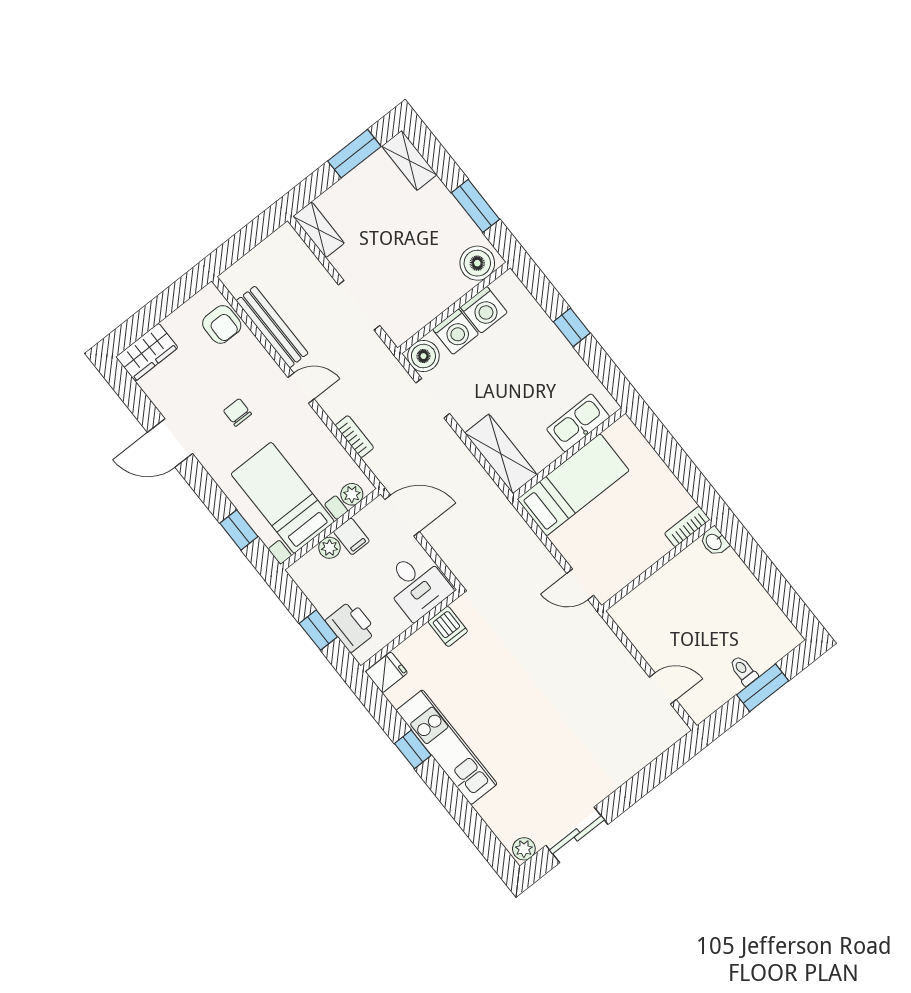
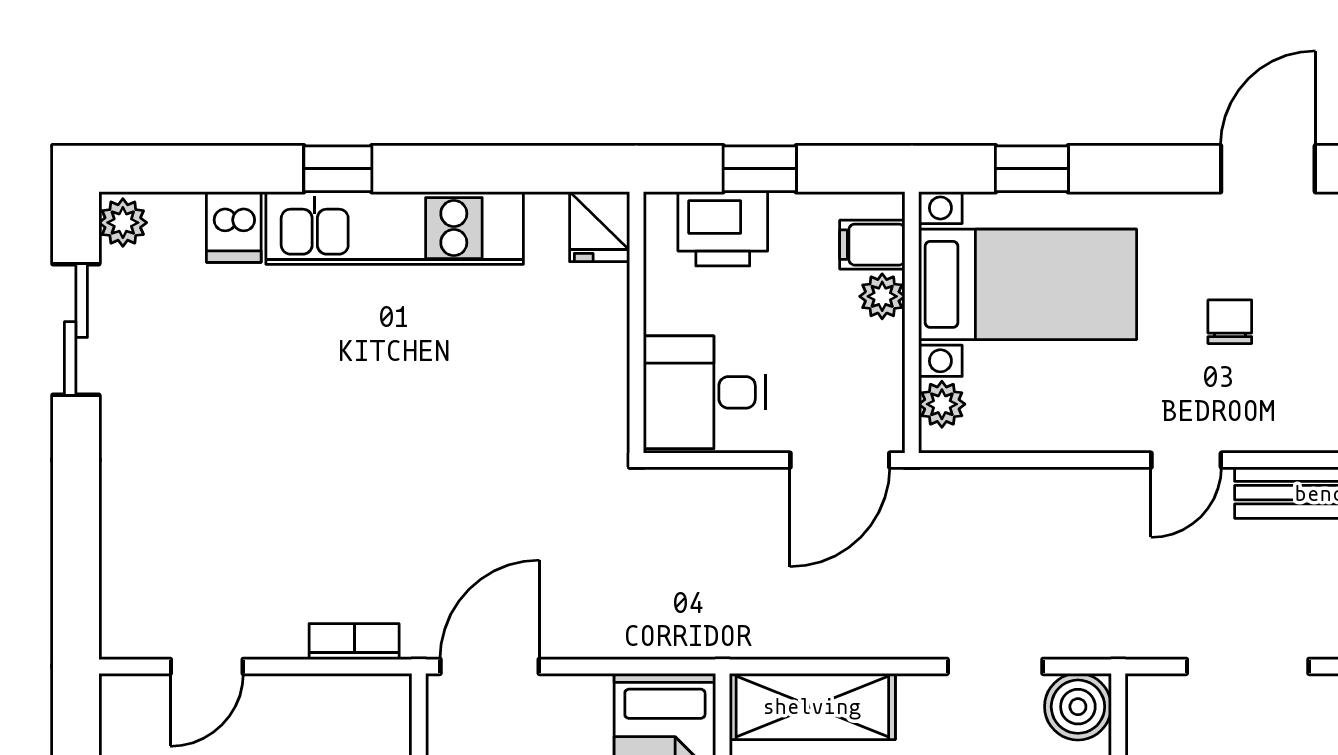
chair: (237, 412) -> (1230, 322), turned -90
bookcase: (354, 437) -> (354, 642), moved, turned 180
filing cabinet: (351, 536) -> (872, 245), moved
door: (580, 584) -> (490, 666), width x1.38
dishwasher: (448, 626) -> (234, 227), moved, turned -90
window: (413, 749) -> (338, 169), moved

